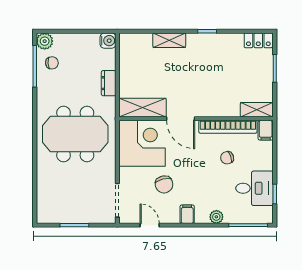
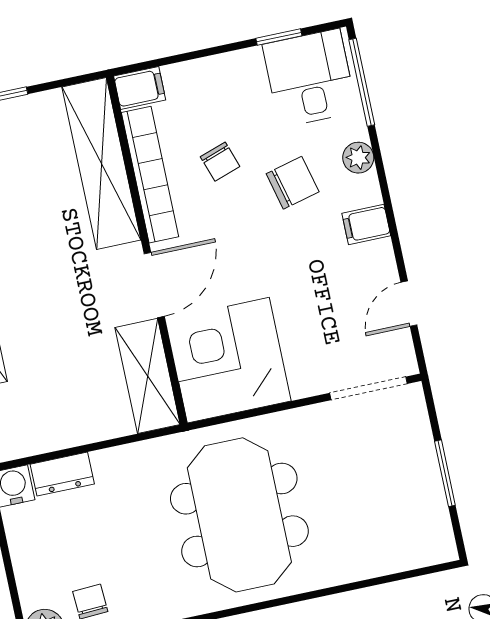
dresser: (109, 83) -> (62, 474), moved
shelving: (257, 110) -> (101, 163), width x2.20, depth x1.33
chair: (164, 184) -> (293, 183), moved
desk: (255, 188) -> (310, 78), moved

